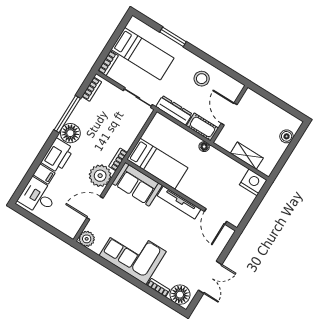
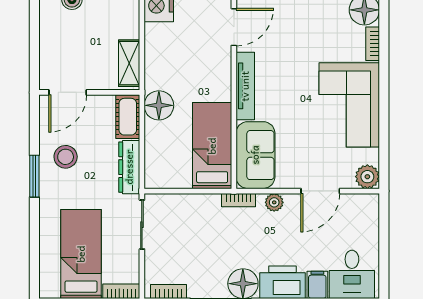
window: (173, 37) -> (34, 176), moved
door: (229, 114) -> (68, 92), moved
floor lamp: (204, 147) -> (159, 105), width x1.89, depth x1.89
shelving: (247, 156) -> (129, 63), moved
plant: (100, 176) -> (274, 202), width x0.53, depth x0.53
door: (95, 208) -> (320, 191), hinge flipped

